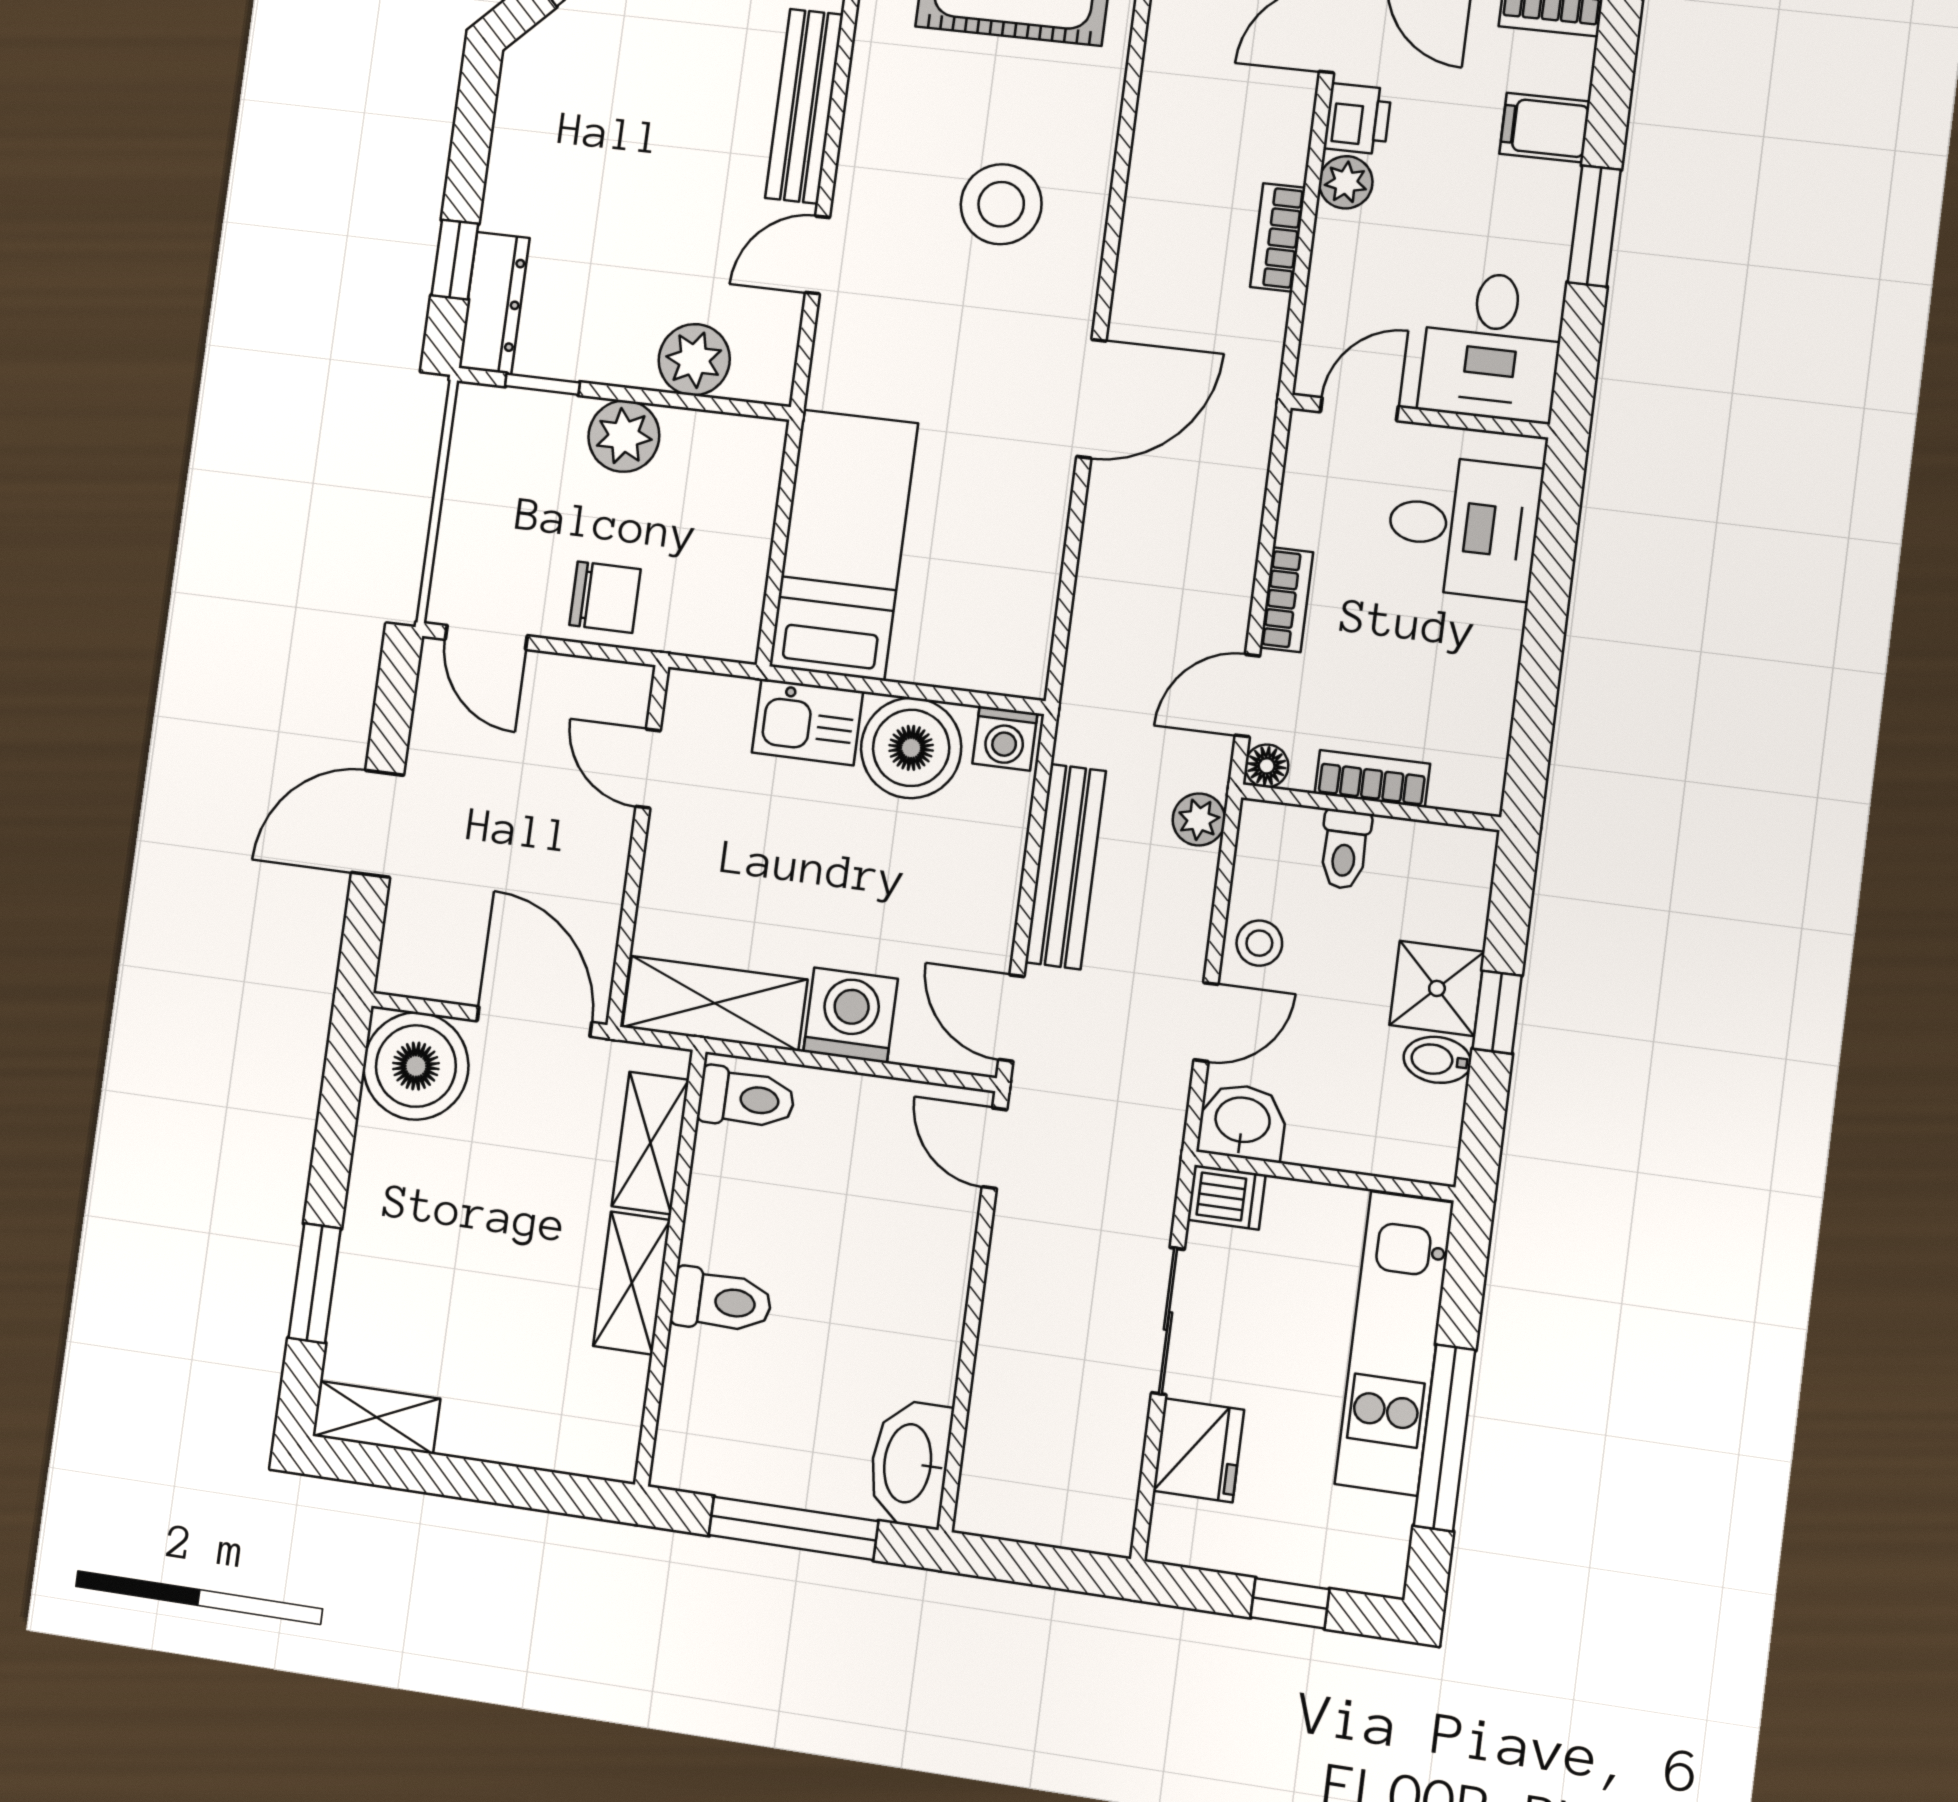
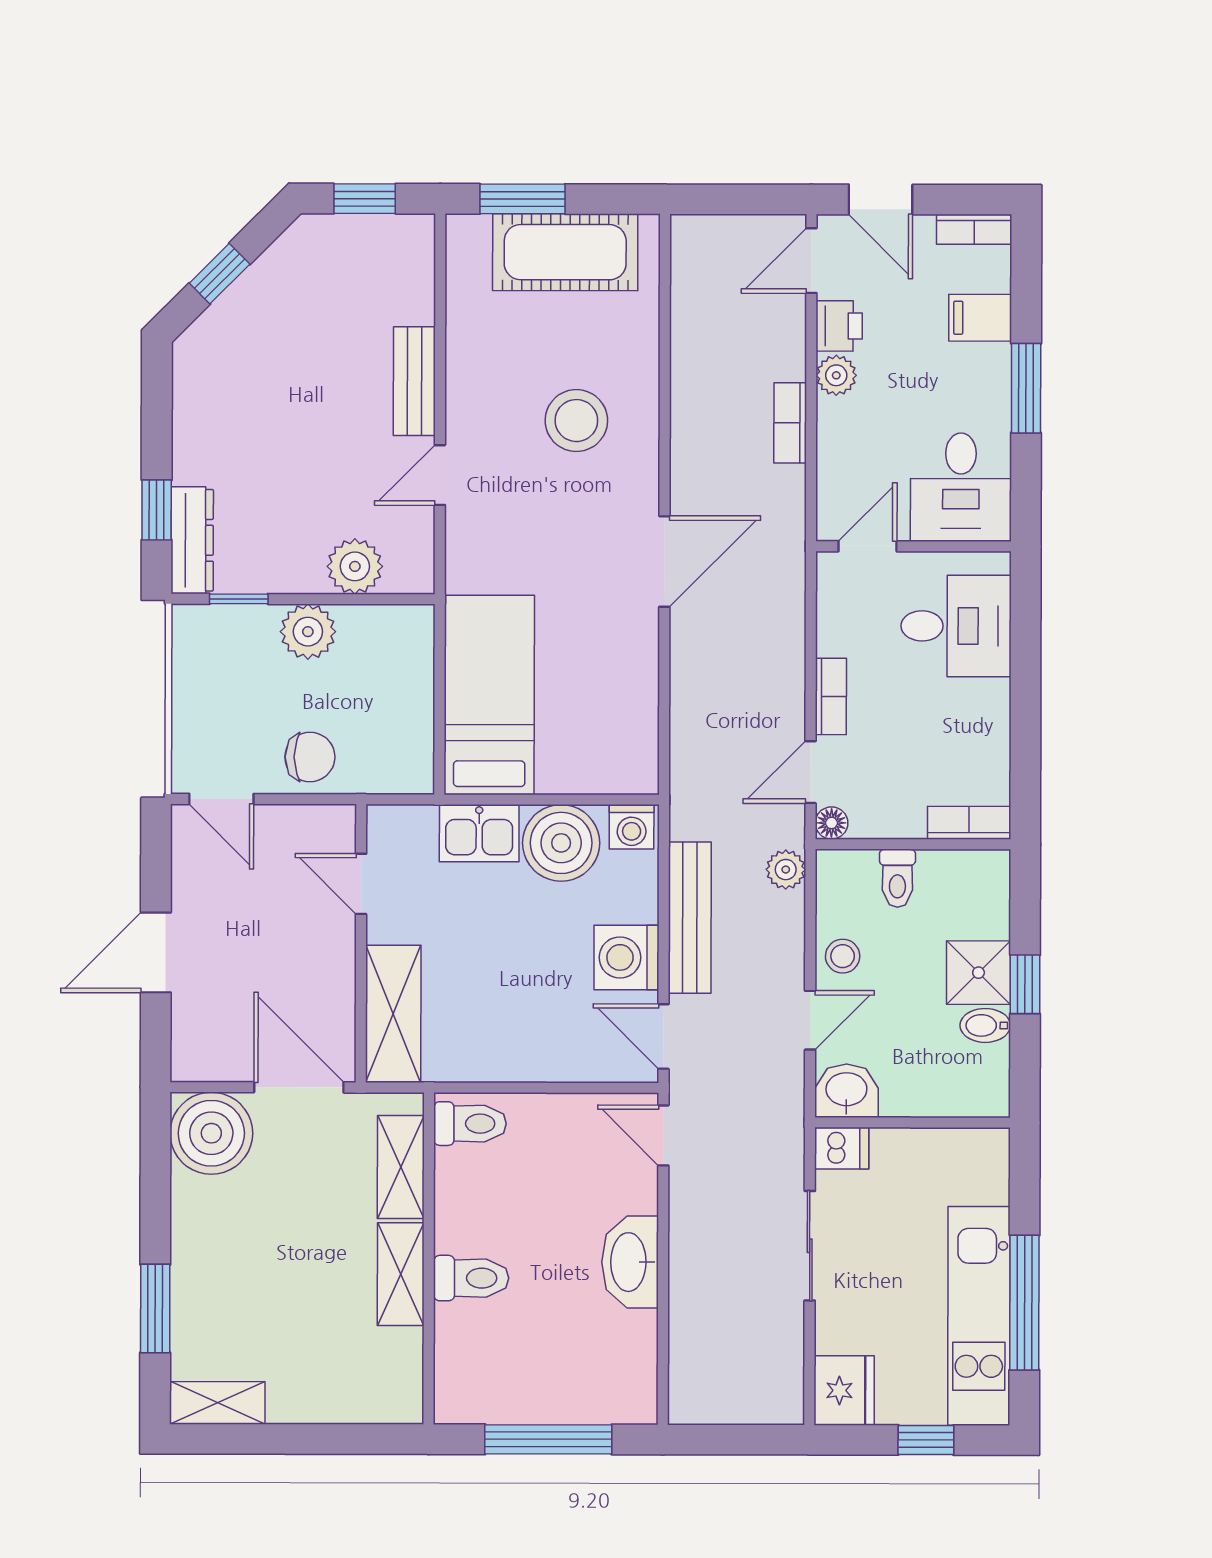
bench: (804, 106) -> (414, 381), width x0.73
bookcase: (1372, 779) -> (969, 823), moved
shelving: (715, 1003) -> (393, 1014), moved, turned 90
washing machine: (850, 1015) -> (626, 957), moved, turned -90
kitchen unit: (1394, 1343) -> (979, 1316), moved
fridge: (1198, 1450) -> (844, 1390), moved
washbasin: (910, 1464) -> (630, 1262), moved

